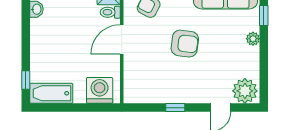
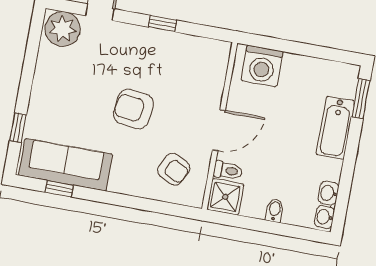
plant: (253, 39) -> (39, 99), removed
window: (26, 80) -> (361, 99), width x1.50
bathtub: (51, 93) -> (335, 128), moved, turned 90

